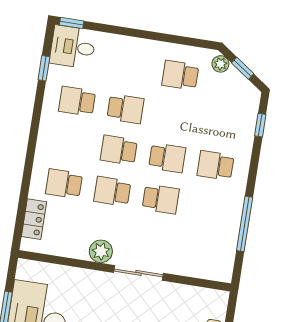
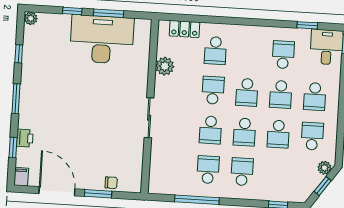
school desk: (132, 68) -> (315, 96), added
school desk: (174, 116) -> (278, 134), added
school desk: (119, 150) -> (247, 92), turned 180
school desk: (64, 184) -> (215, 51), turned 180
school desk: (209, 207) -> (208, 170), added
plant: (101, 251) -> (165, 66), moved

